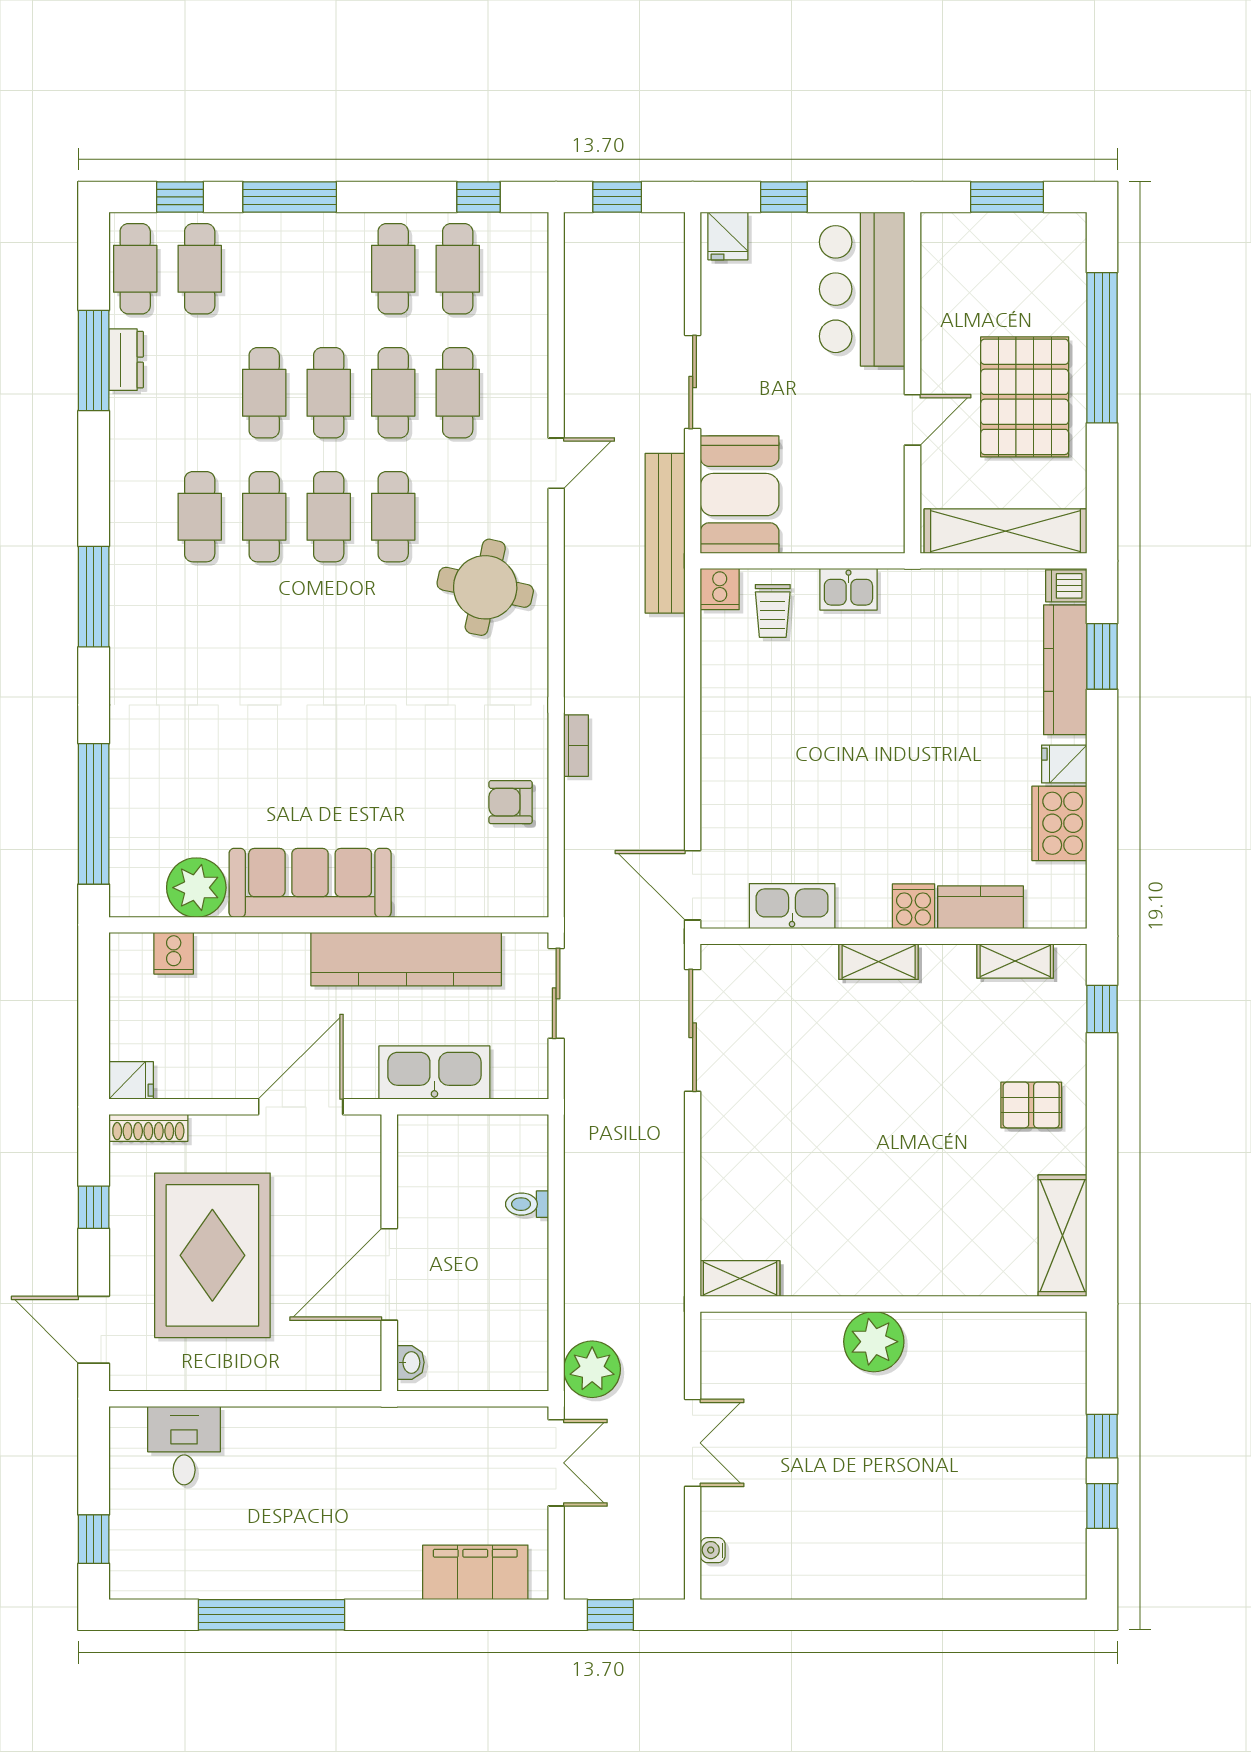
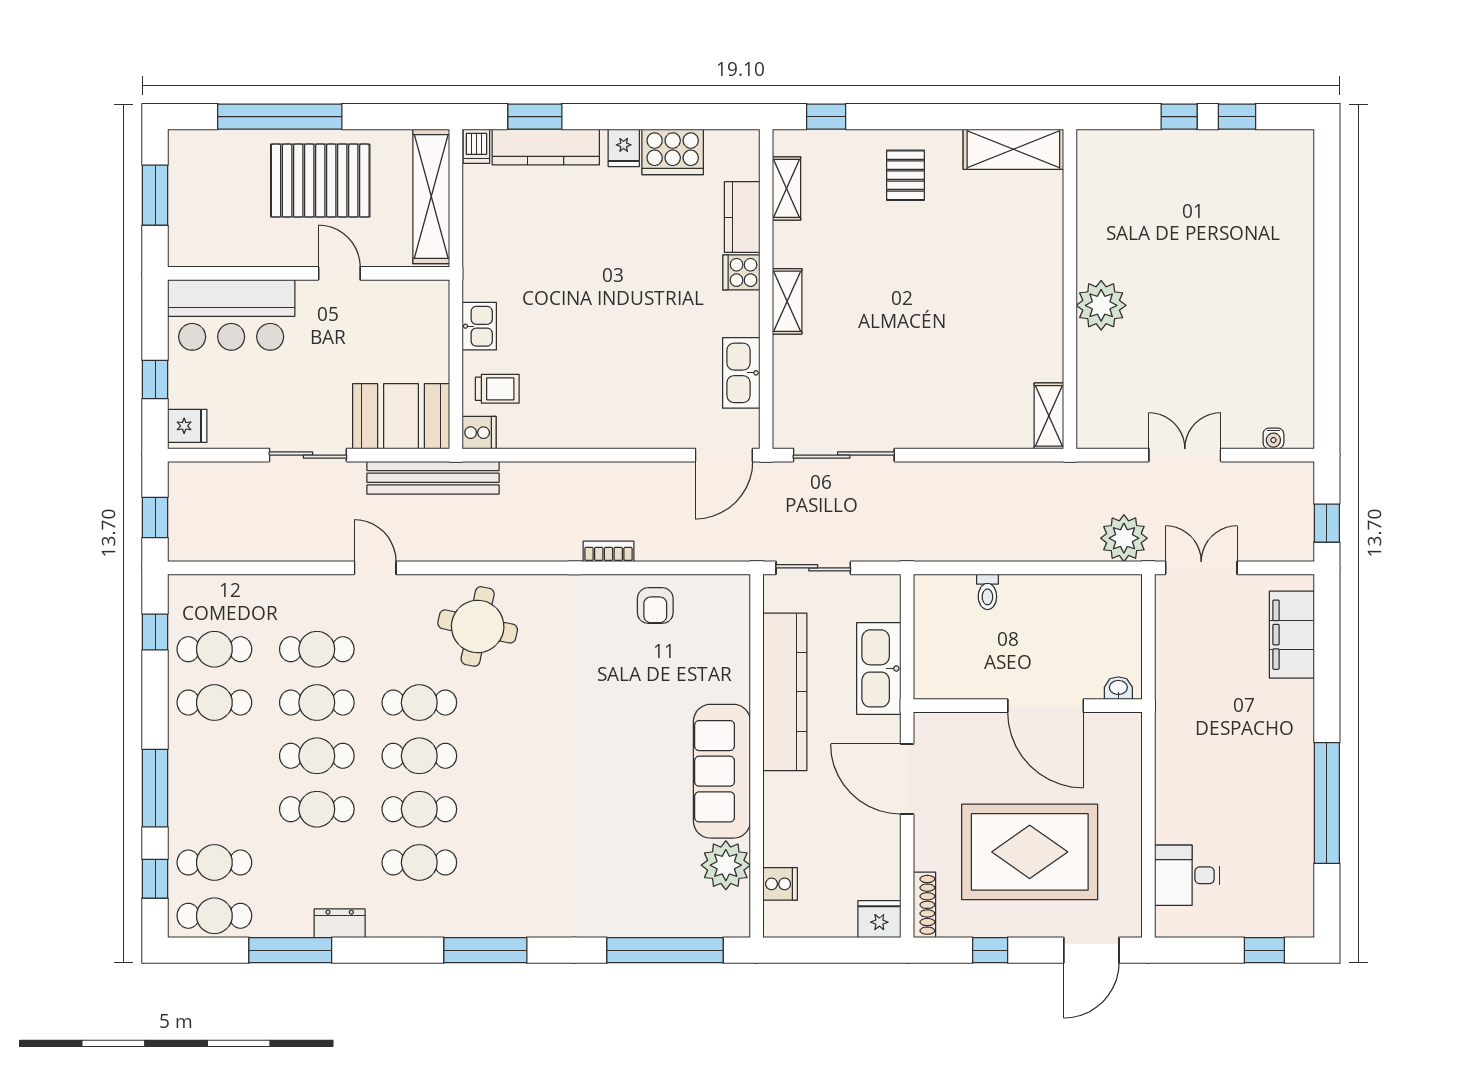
dresser: (126, 360) -> (340, 923), moved
fridge: (131, 1080) -> (879, 919), width x1.38

